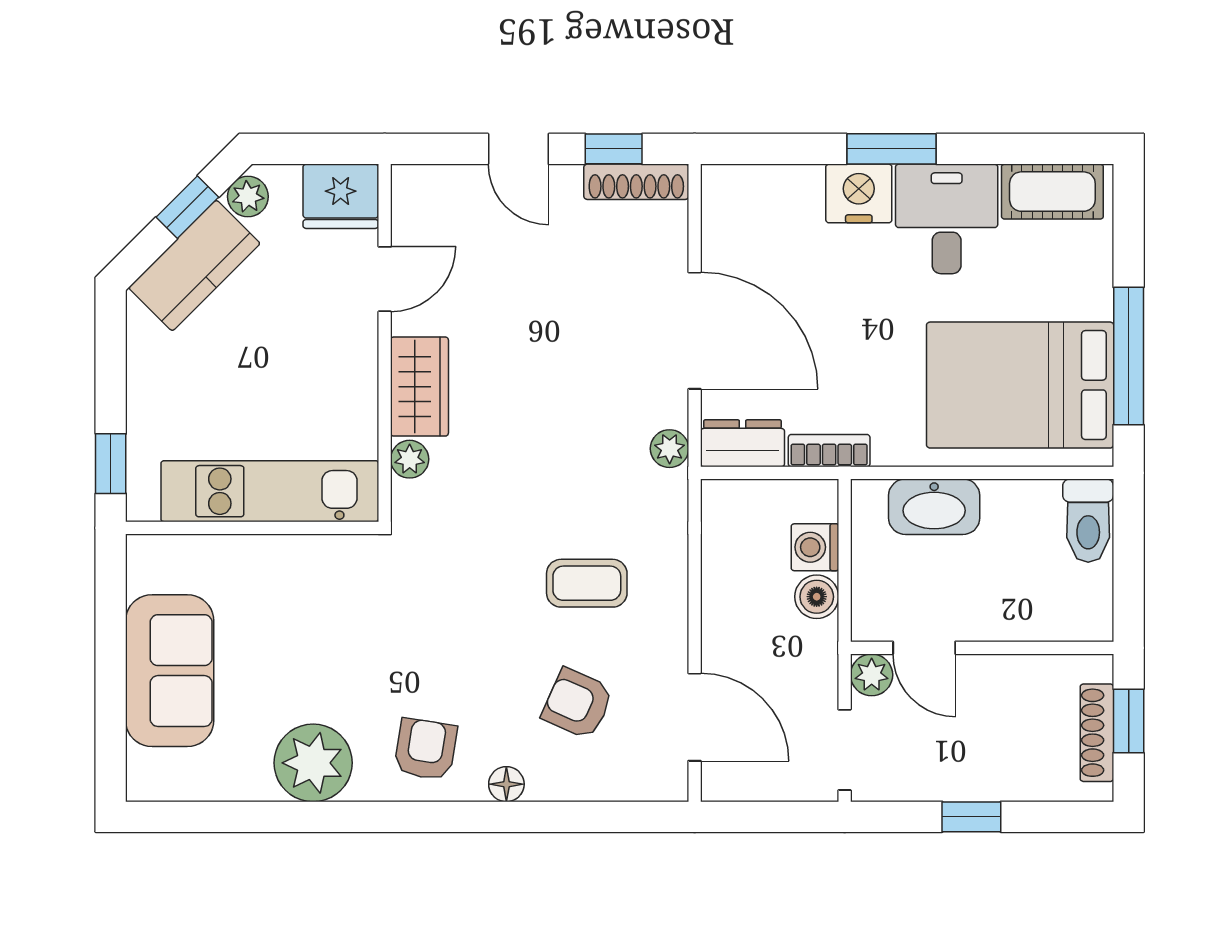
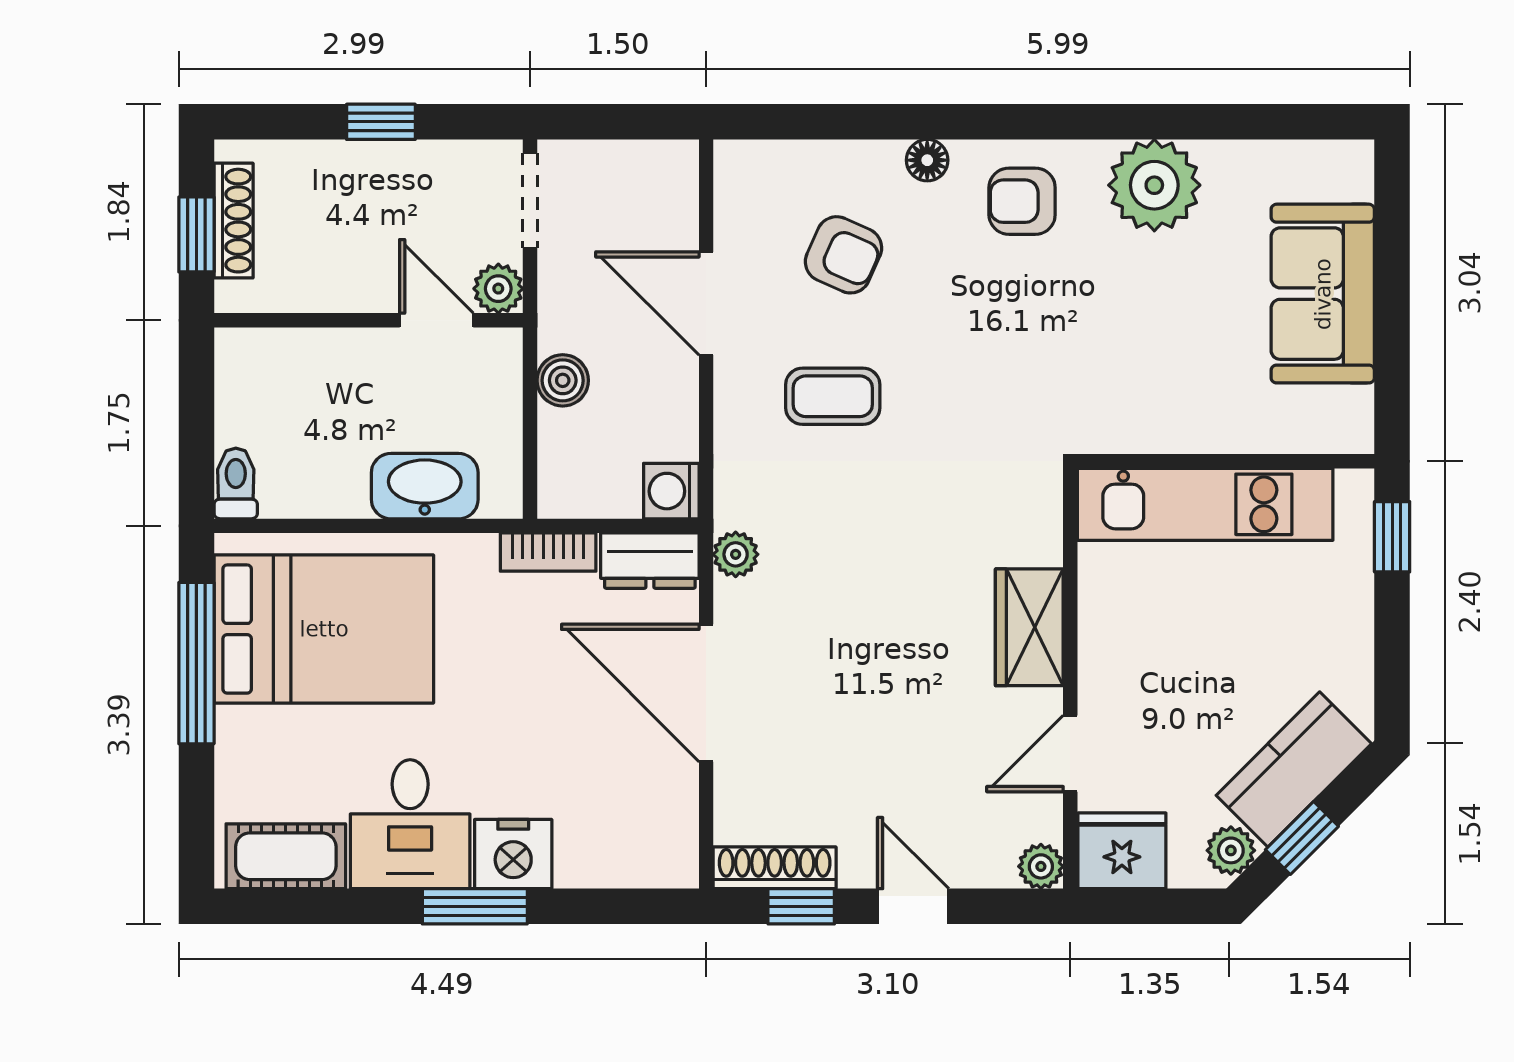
plant: (410, 459) -> (1041, 866), moved
toilet: (1088, 521) -> (236, 483), width x0.73, depth x0.72
washing machine: (815, 547) -> (671, 491), moved, turned 180
door: (695, 717) -> (706, 304), moved
armchair: (426, 749) -> (1022, 201), turned 81

